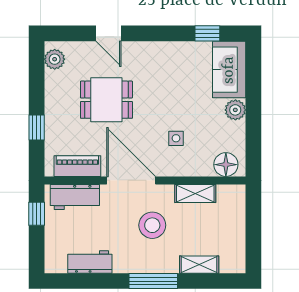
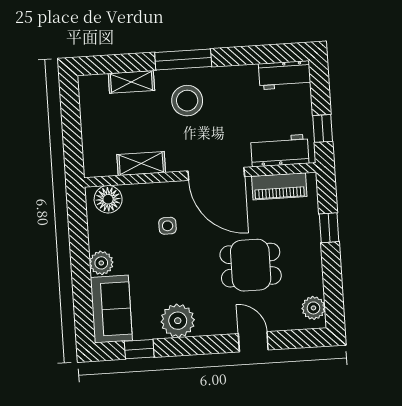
plant: (173, 56) -> (178, 321), added
stool: (152, 225) -> (187, 101), moved
workbench: (90, 262) -> (285, 75), moved

